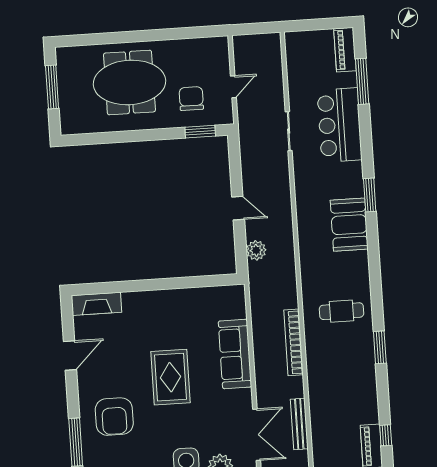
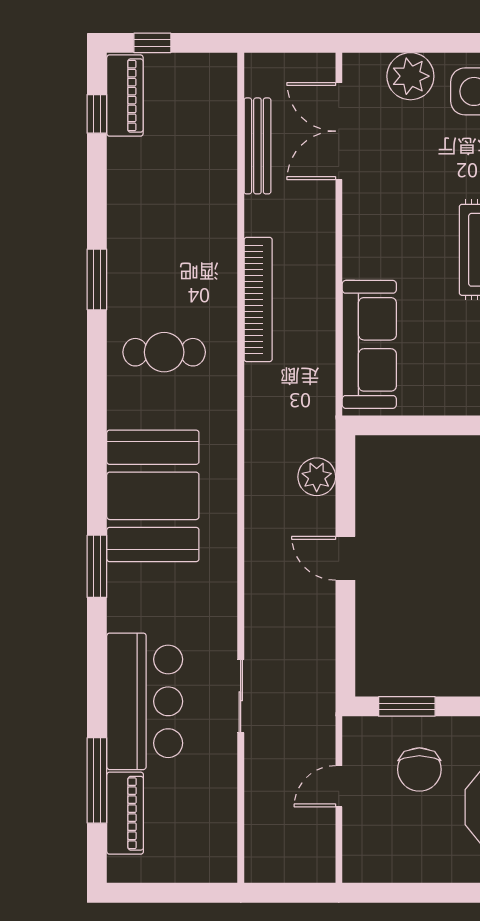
piano: (345, 50) -> (125, 813), moved
booth: (349, 225) -> (153, 496), width x1.36, depth x1.42
sofa: (235, 354) -> (369, 344), moved

